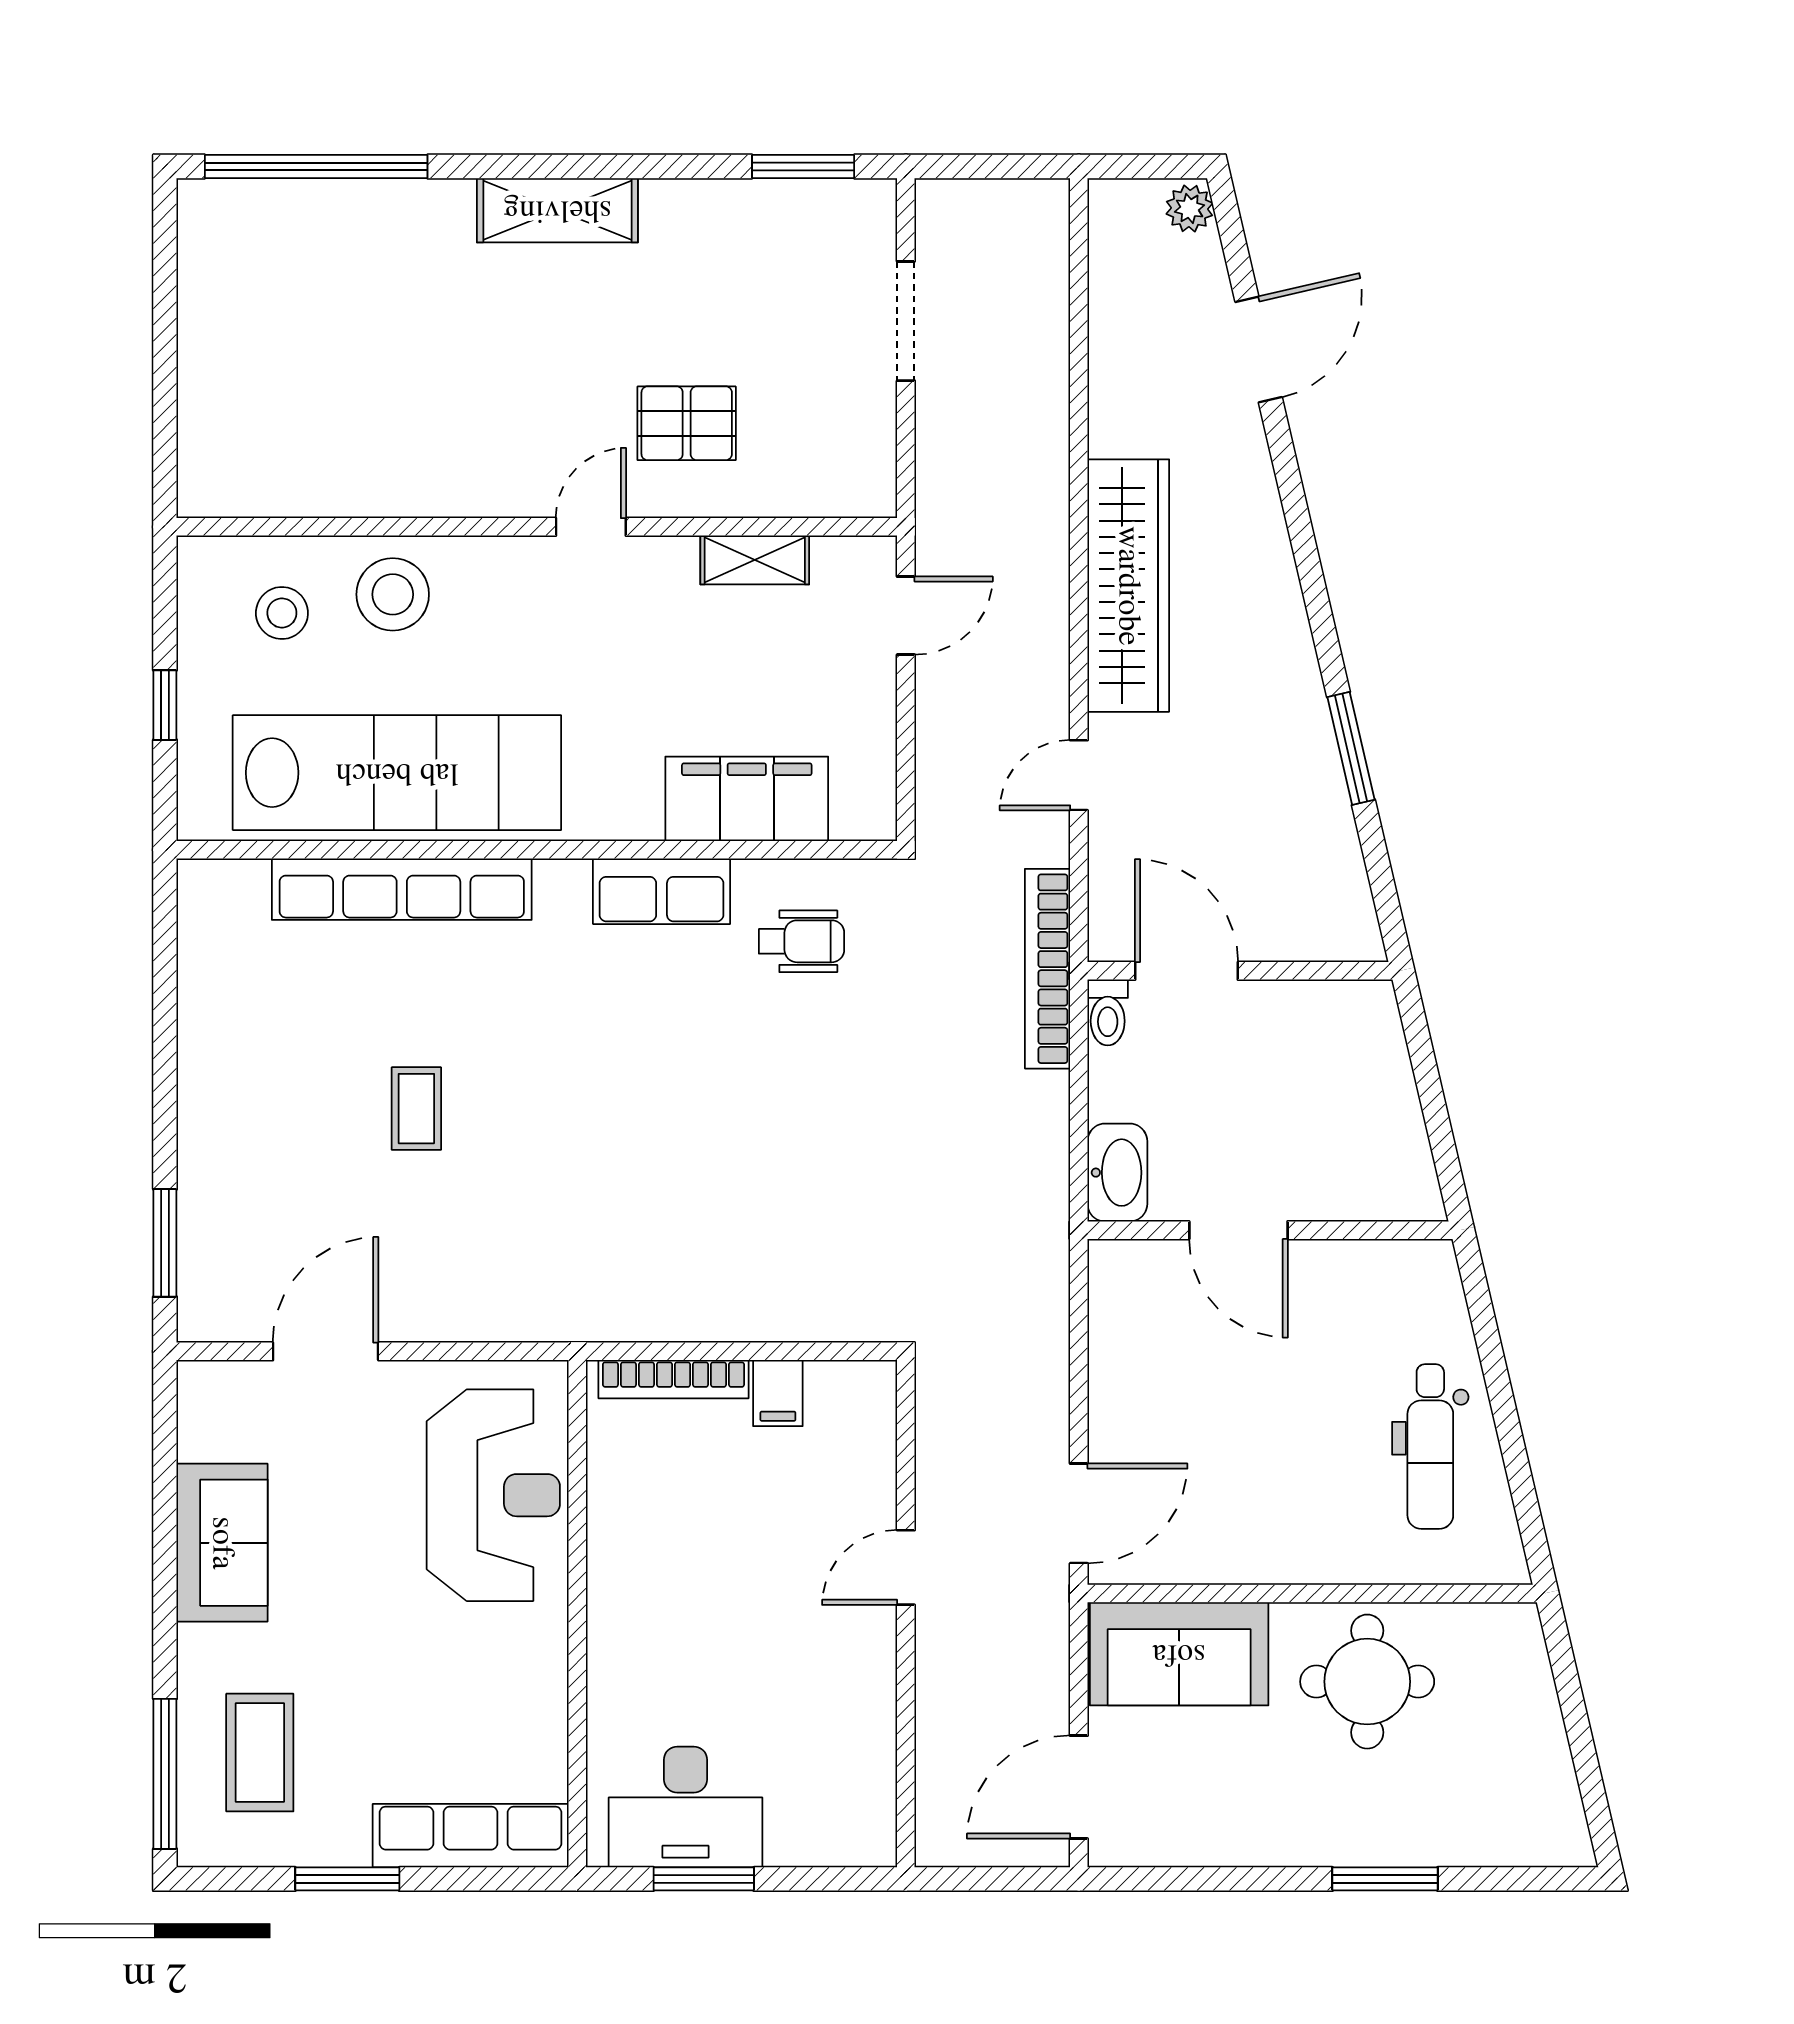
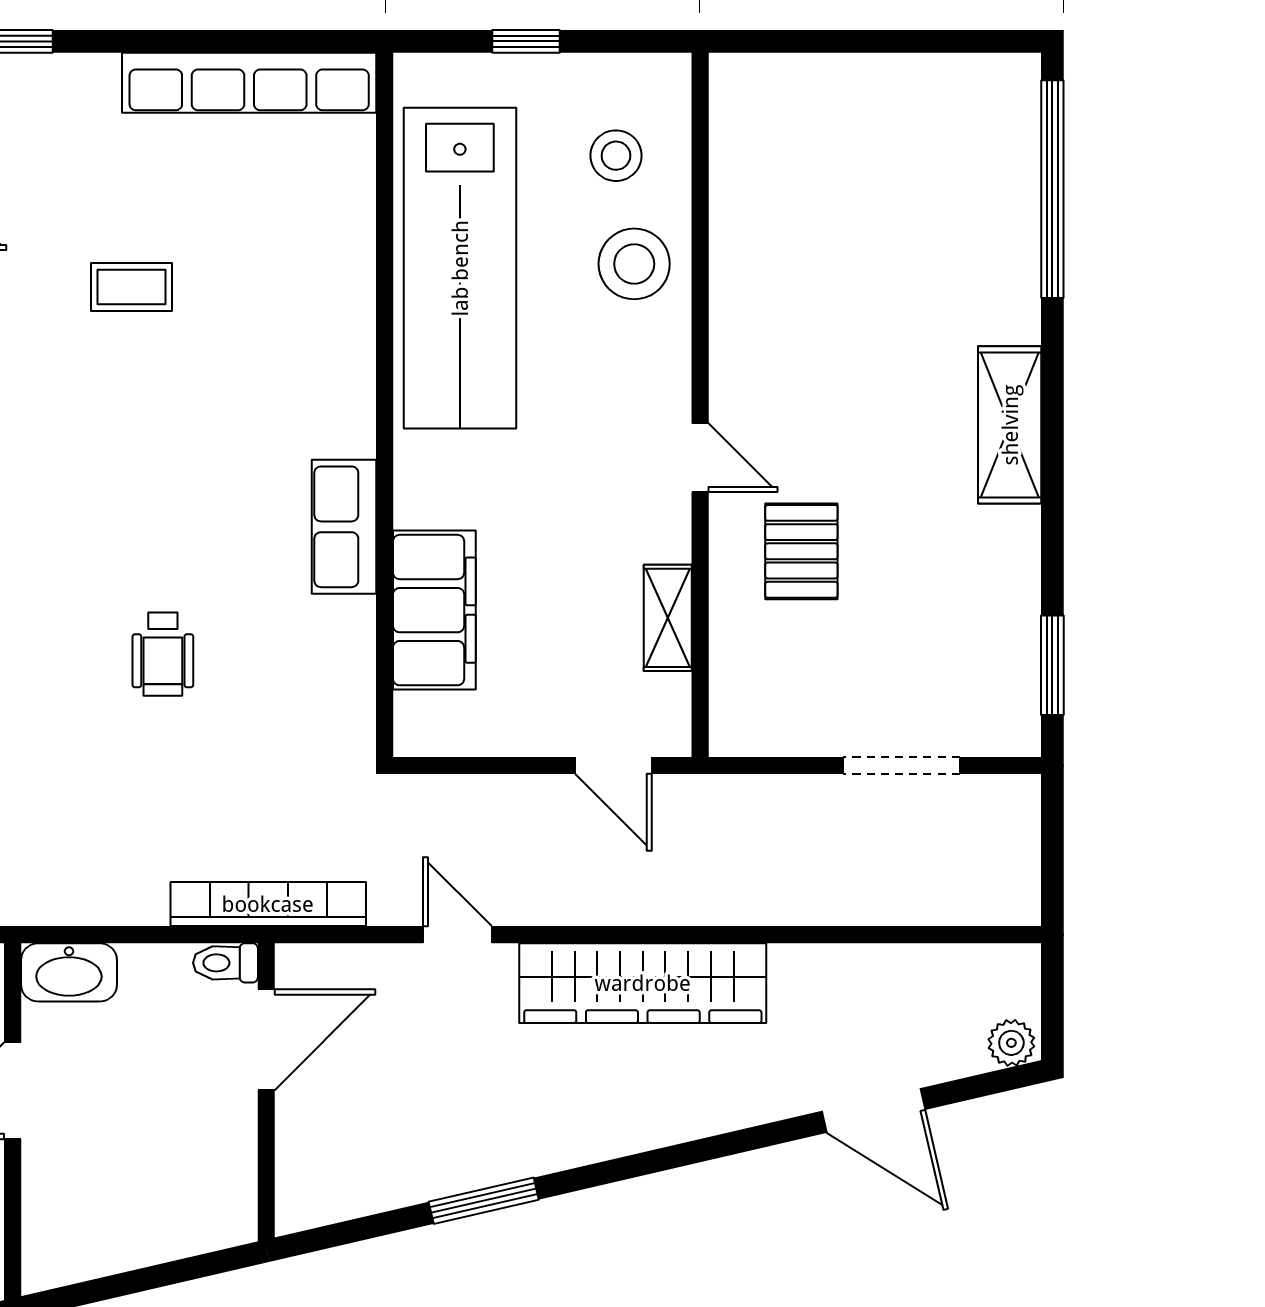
row of seats: (402, 889) -> (249, 83), moved, turned -90
wheelchair: (802, 941) -> (163, 654), moved

